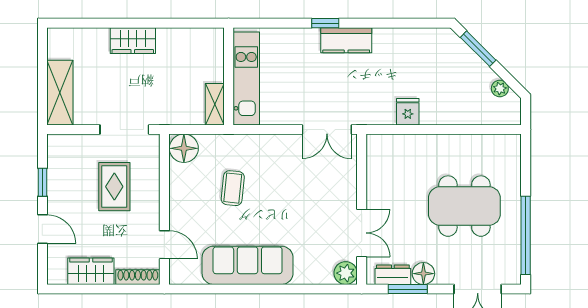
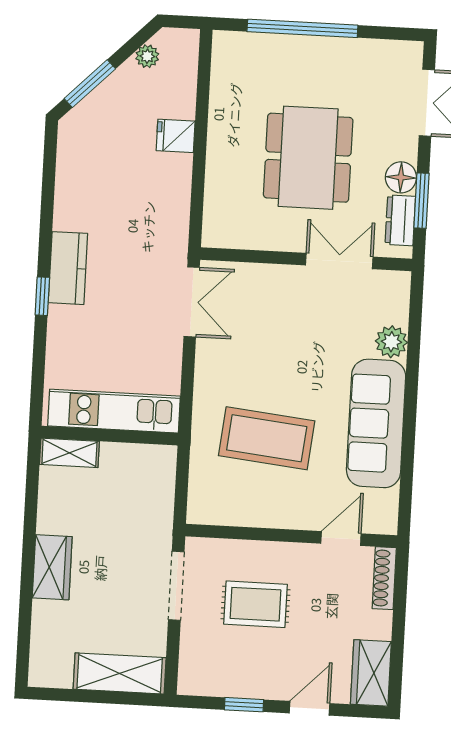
shelving: (215, 104) -> (69, 453), moved
fridge: (408, 112) -> (176, 136), moved
floor lamp: (184, 148) -> (207, 504), removed
coffee table: (233, 188) -> (267, 438), width x1.86, depth x1.72
dining table: (464, 206) -> (308, 158), moved
window: (526, 235) -> (302, 28), moved
wardrobe: (91, 271) -> (371, 673), moved
plant: (346, 273) -> (391, 342), moved

